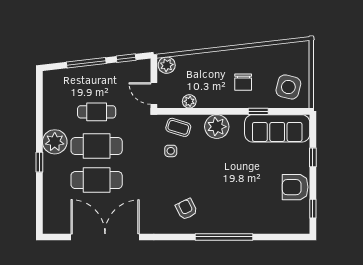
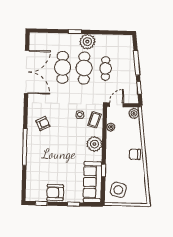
chair: (243, 82) -> (135, 154), moved
armchair: (295, 187) -> (55, 193), turned -90

